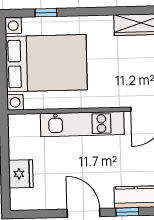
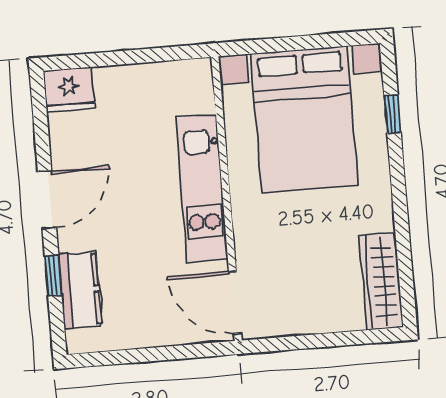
fridge: (21, 174) -> (69, 90), moved

